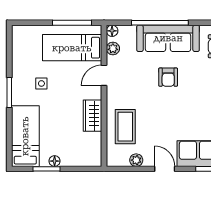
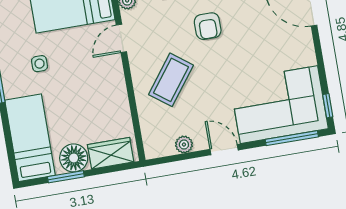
wardrobe: (93, 116) -> (111, 153), moved, turned 90
coffee table: (125, 127) -> (171, 80), moved, turned 37
floor lamp: (55, 161) -> (74, 158), width x1.89, depth x1.89

